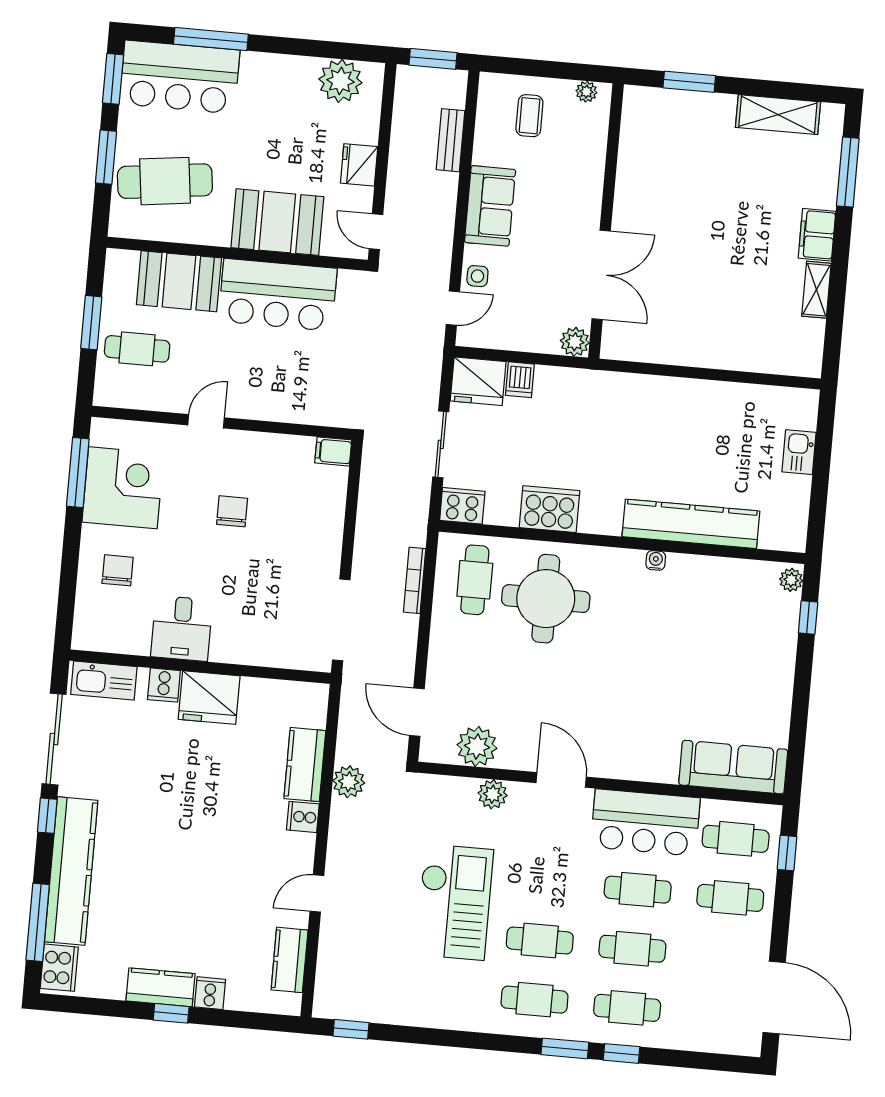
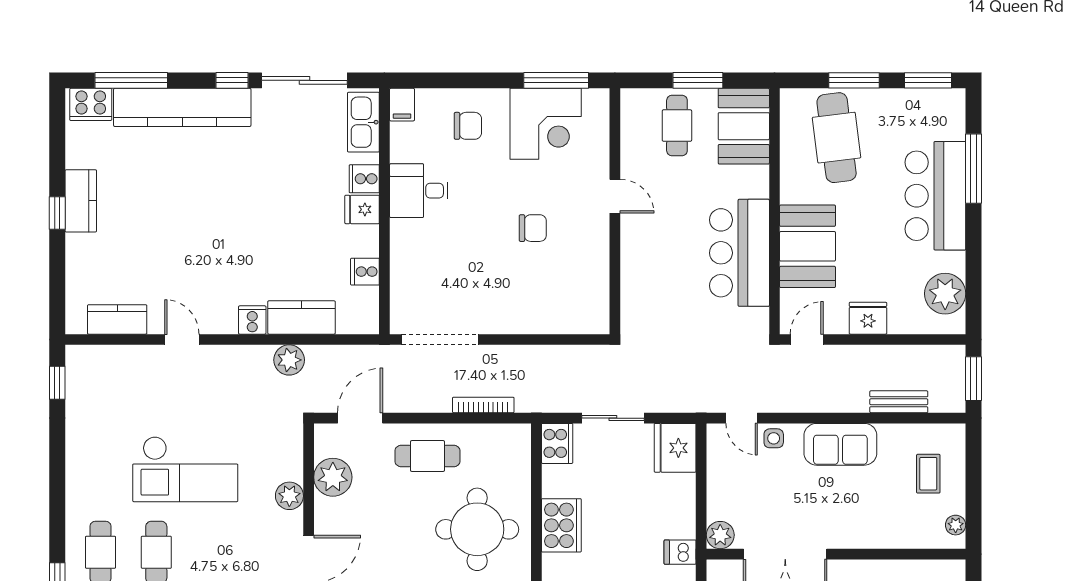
bar counter: (180, 77) -> (935, 196), moved
coffee table: (529, 116) -> (928, 474), turned 90
booth: (179, 281) -> (744, 126), moved
dishwasher: (520, 380) -> (680, 552), moved
filing cabinet: (333, 451) -> (402, 105), moved, turned 180
cafe table: (475, 580) -> (427, 456), moved
fridge: (209, 698) -> (362, 209), width x0.53, depth x0.75
cooker: (210, 993) -> (365, 272), moved, turned 180

